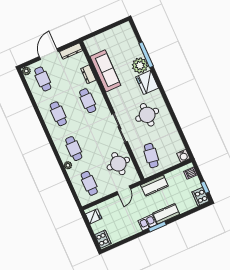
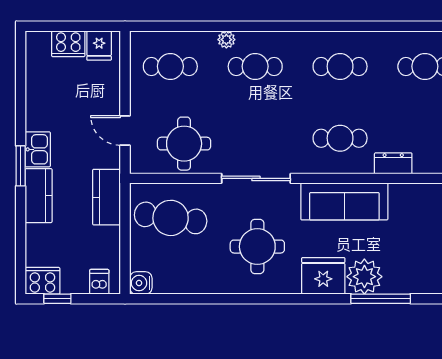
sofa: (105, 71) -> (344, 201), moved
cafe table: (151, 156) -> (171, 218), width x1.37, depth x1.35
cooker: (103, 239) -> (68, 44), moved

